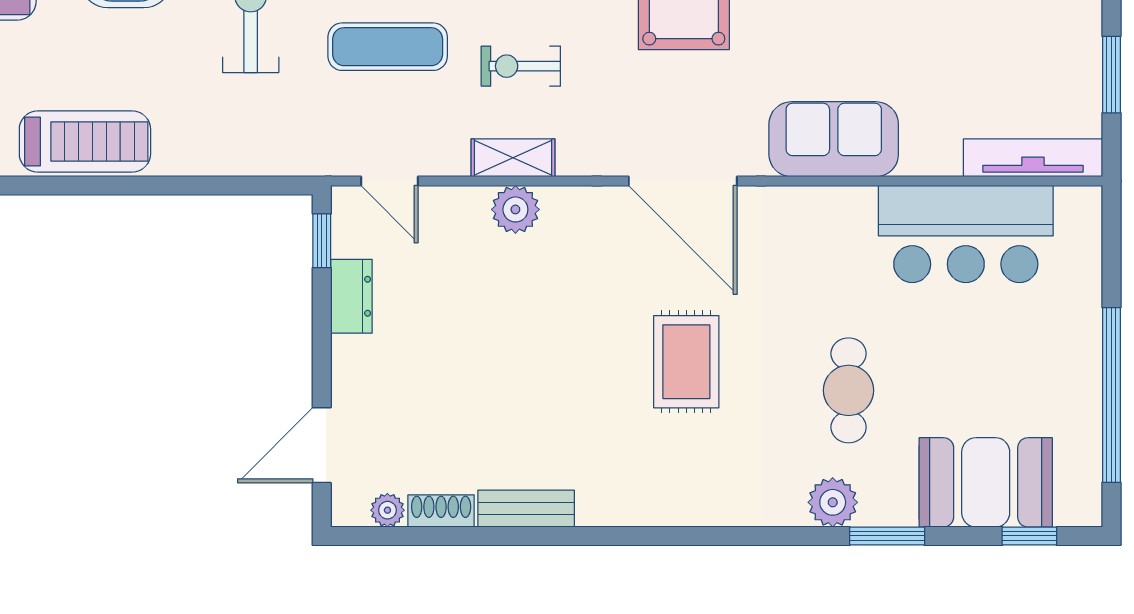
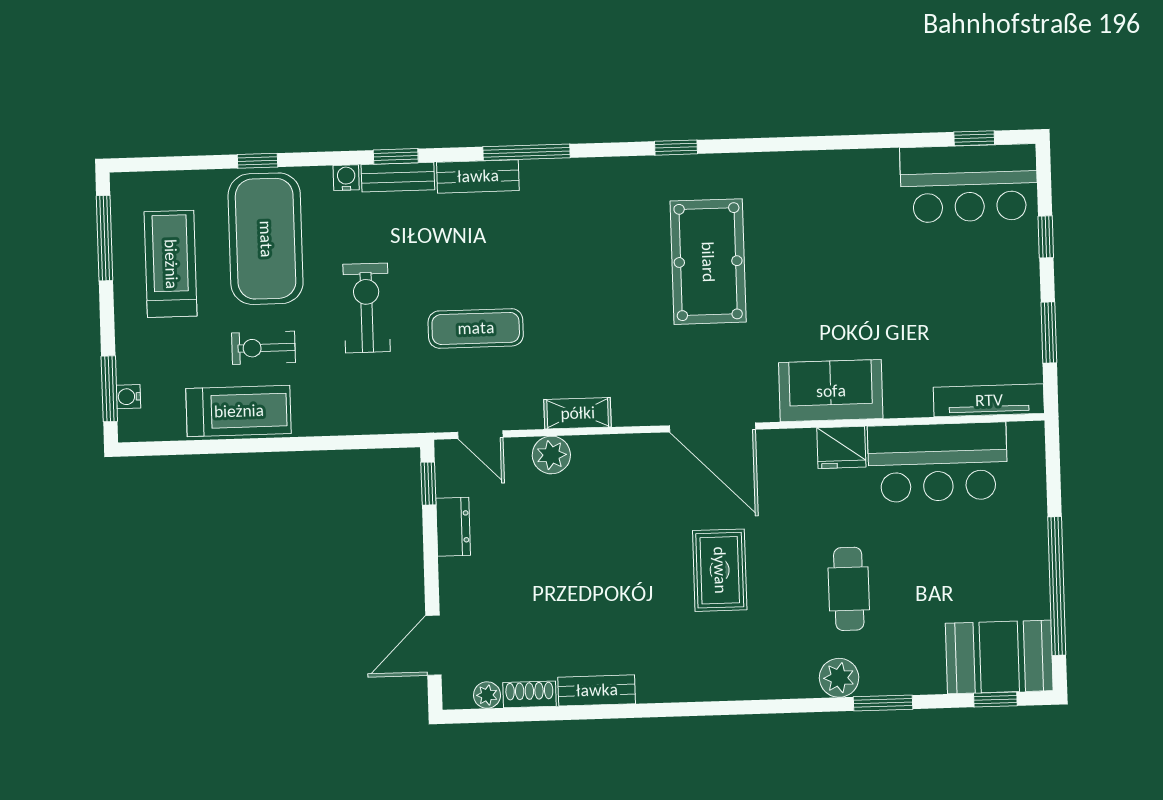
exercise bike: (521, 66) -> (263, 348), moved
plant: (515, 209) -> (551, 455), moved
fridge: (845, 211) -> (841, 447), added
booth: (986, 482) -> (999, 657), moved

